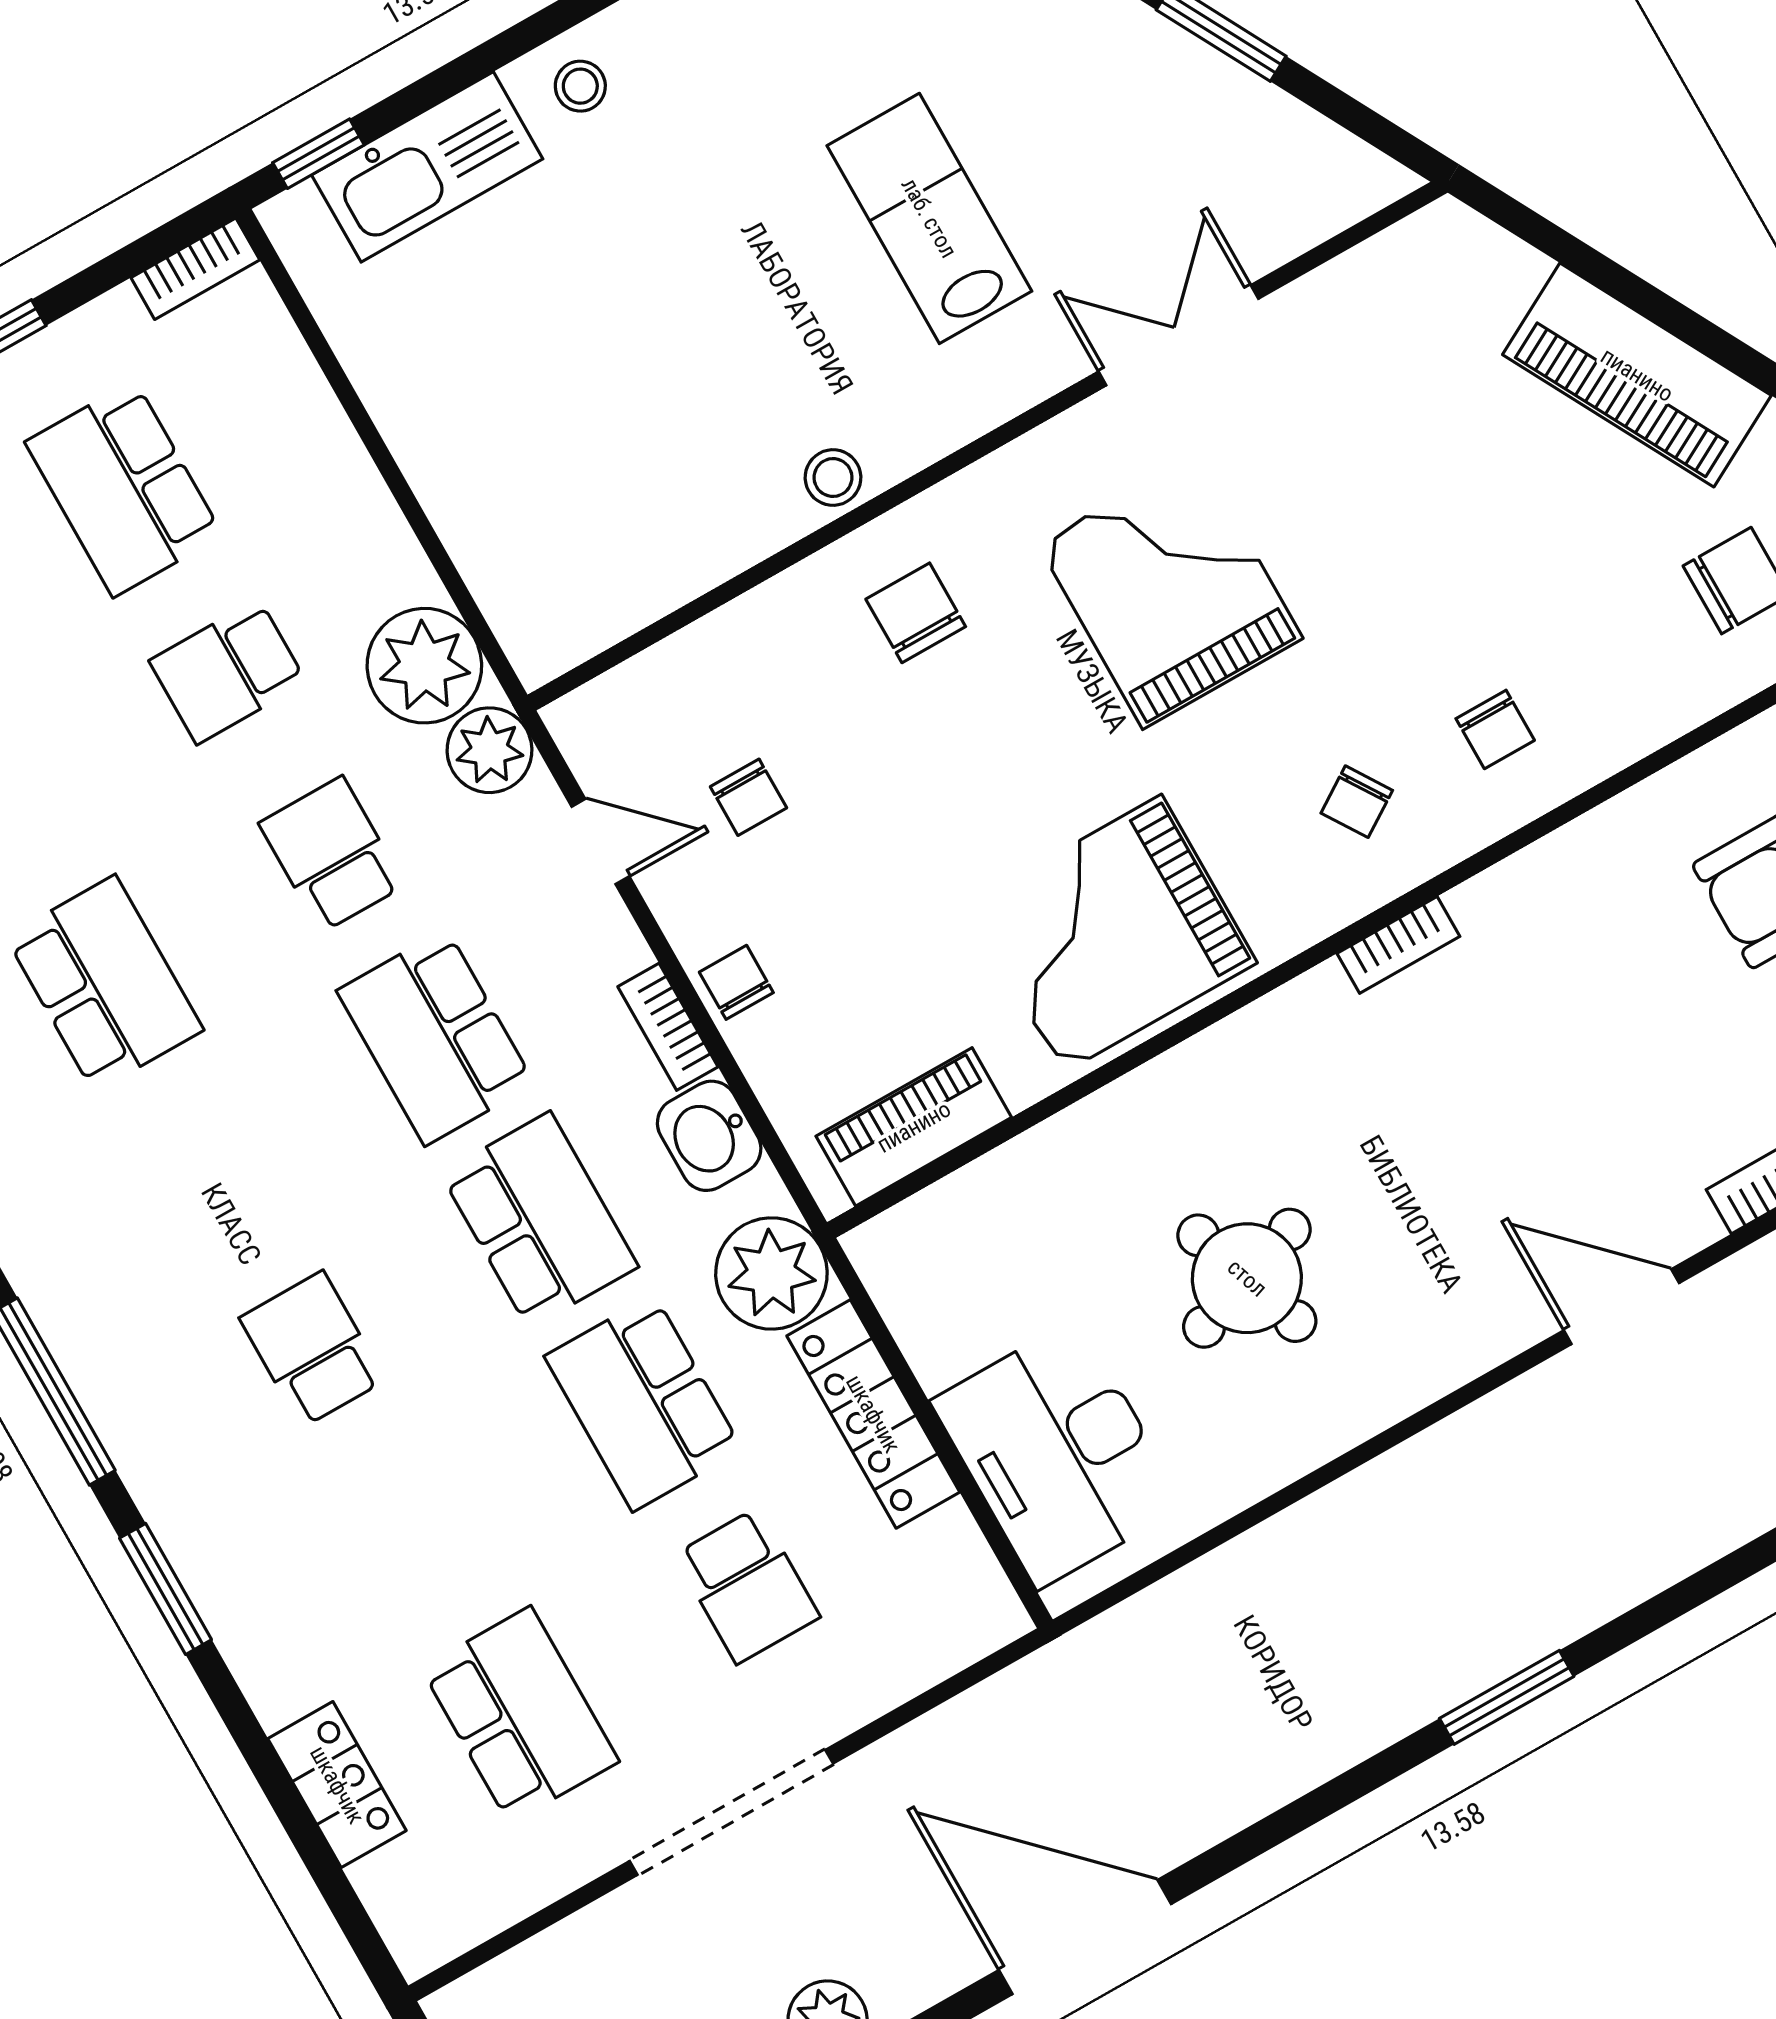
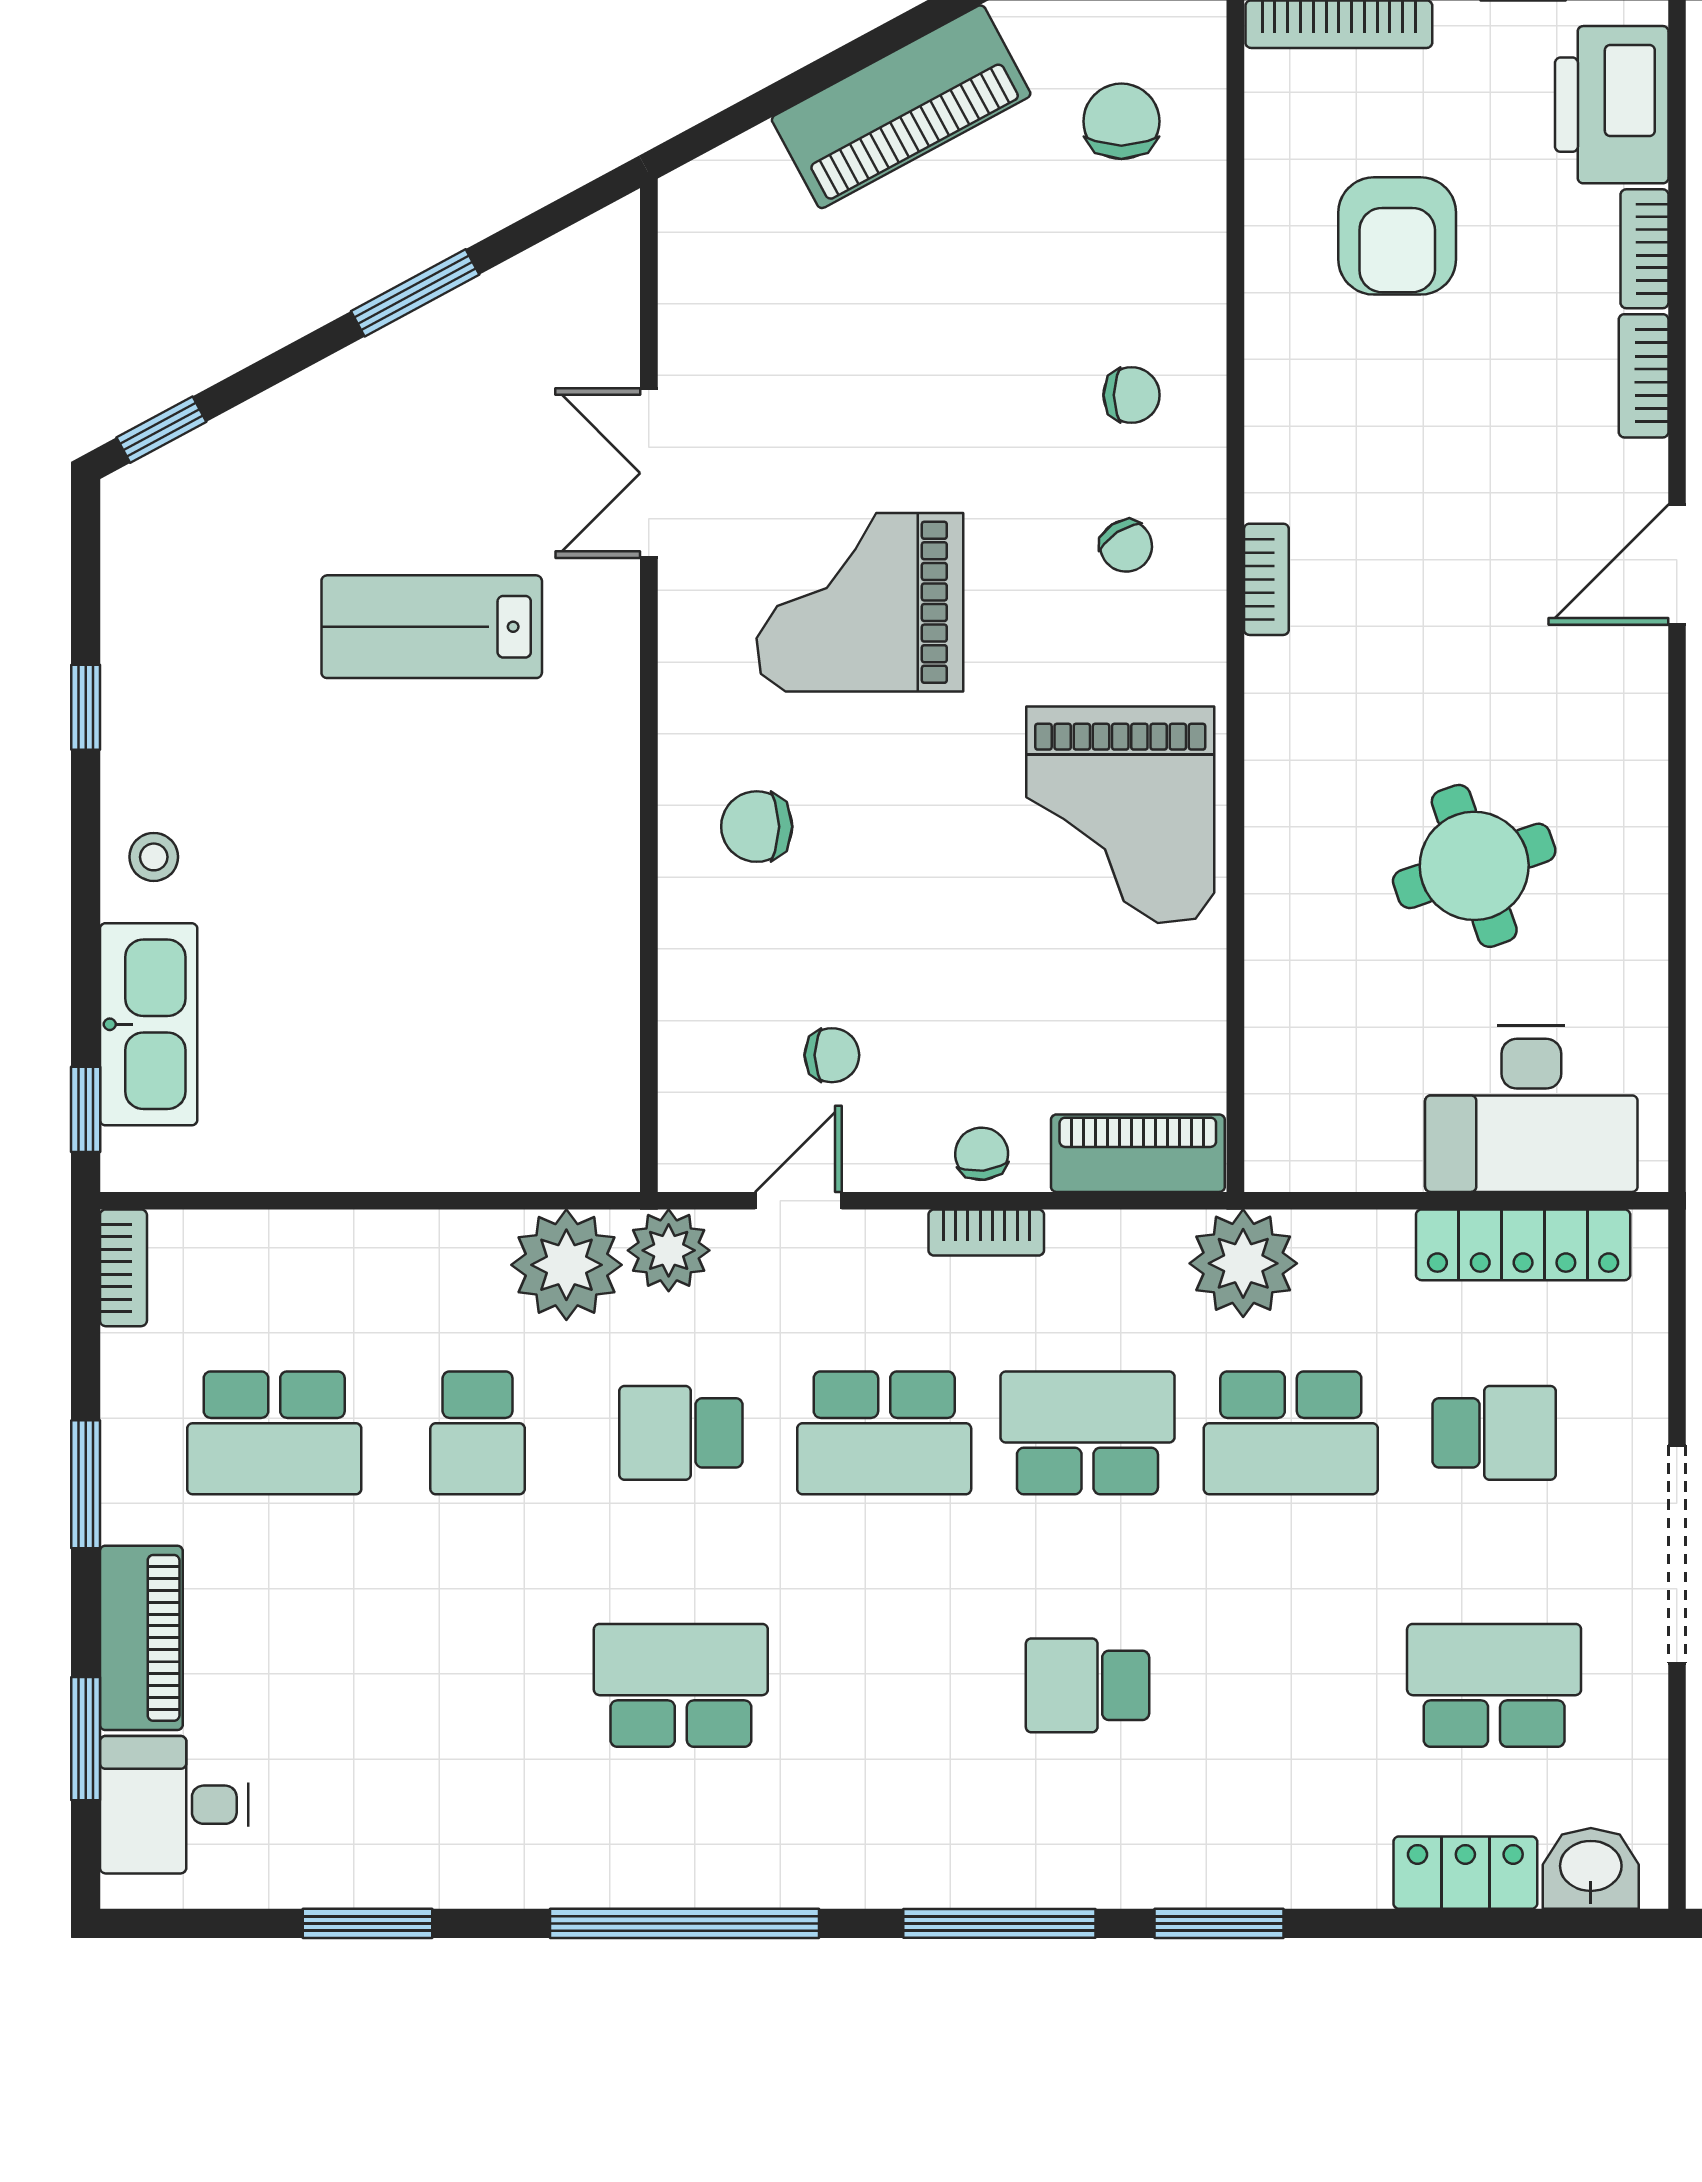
stool: (833, 478) -> (603, 831), removed
chair: (736, 982) -> (982, 1154), turned 84
piano: (914, 1127) -> (1138, 1153), moved, turned 90
washbasin: (709, 1136) -> (1591, 1868), moved, turned 180
locker: (873, 1414) -> (1523, 1245), moved

